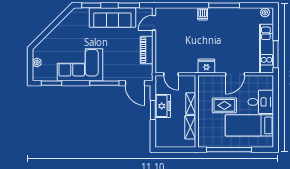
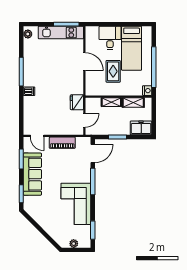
fridge: (206, 66) -> (77, 102), moved
freezer: (163, 106) -> (141, 128), moved
nightstand: (203, 142) -> (147, 91), added

